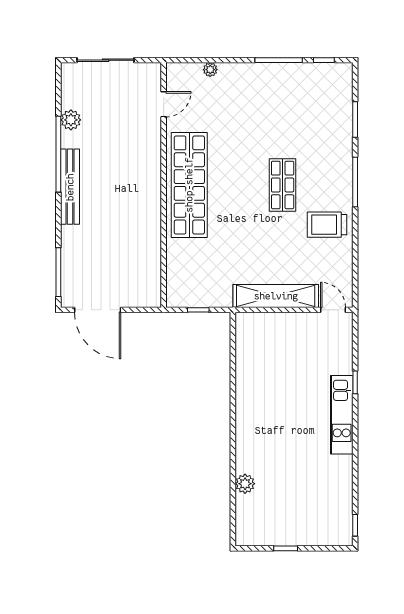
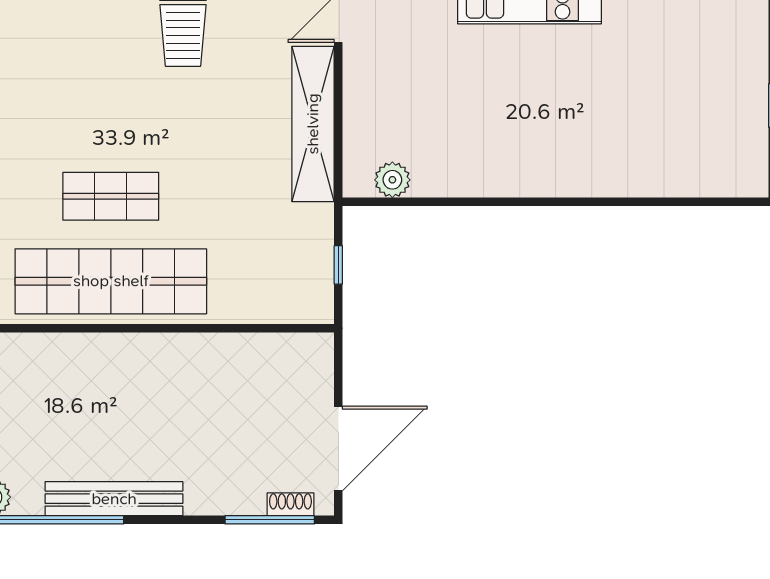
shop shelf: (283, 185) -> (111, 196), moved
shoe rack: (67, 284) -> (290, 504), added
plant: (245, 484) -> (392, 180), moved

